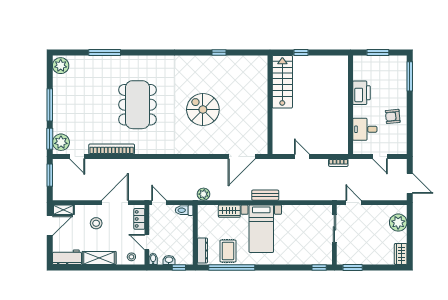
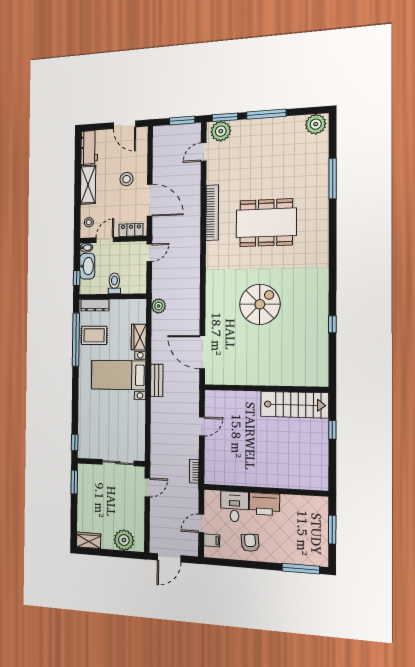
printer: (361, 93) -> (264, 504), moved
filing cabinet: (393, 148) -> (212, 540), added
bookcase: (112, 149) -> (212, 213), moved
shelving: (63, 210) -> (142, 140), removed
toilet: (184, 210) -> (114, 283), moved
washbasin: (169, 260) -> (87, 266), width x1.91, depth x1.45

